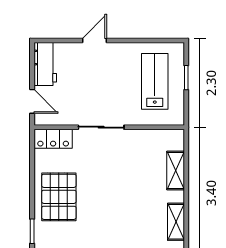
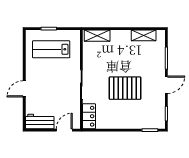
door: (95, 40) -> (24, 89), hinge flipped
shelving: (176, 171) -> (97, 36), moved
pallet: (59, 197) -> (125, 88), moved

